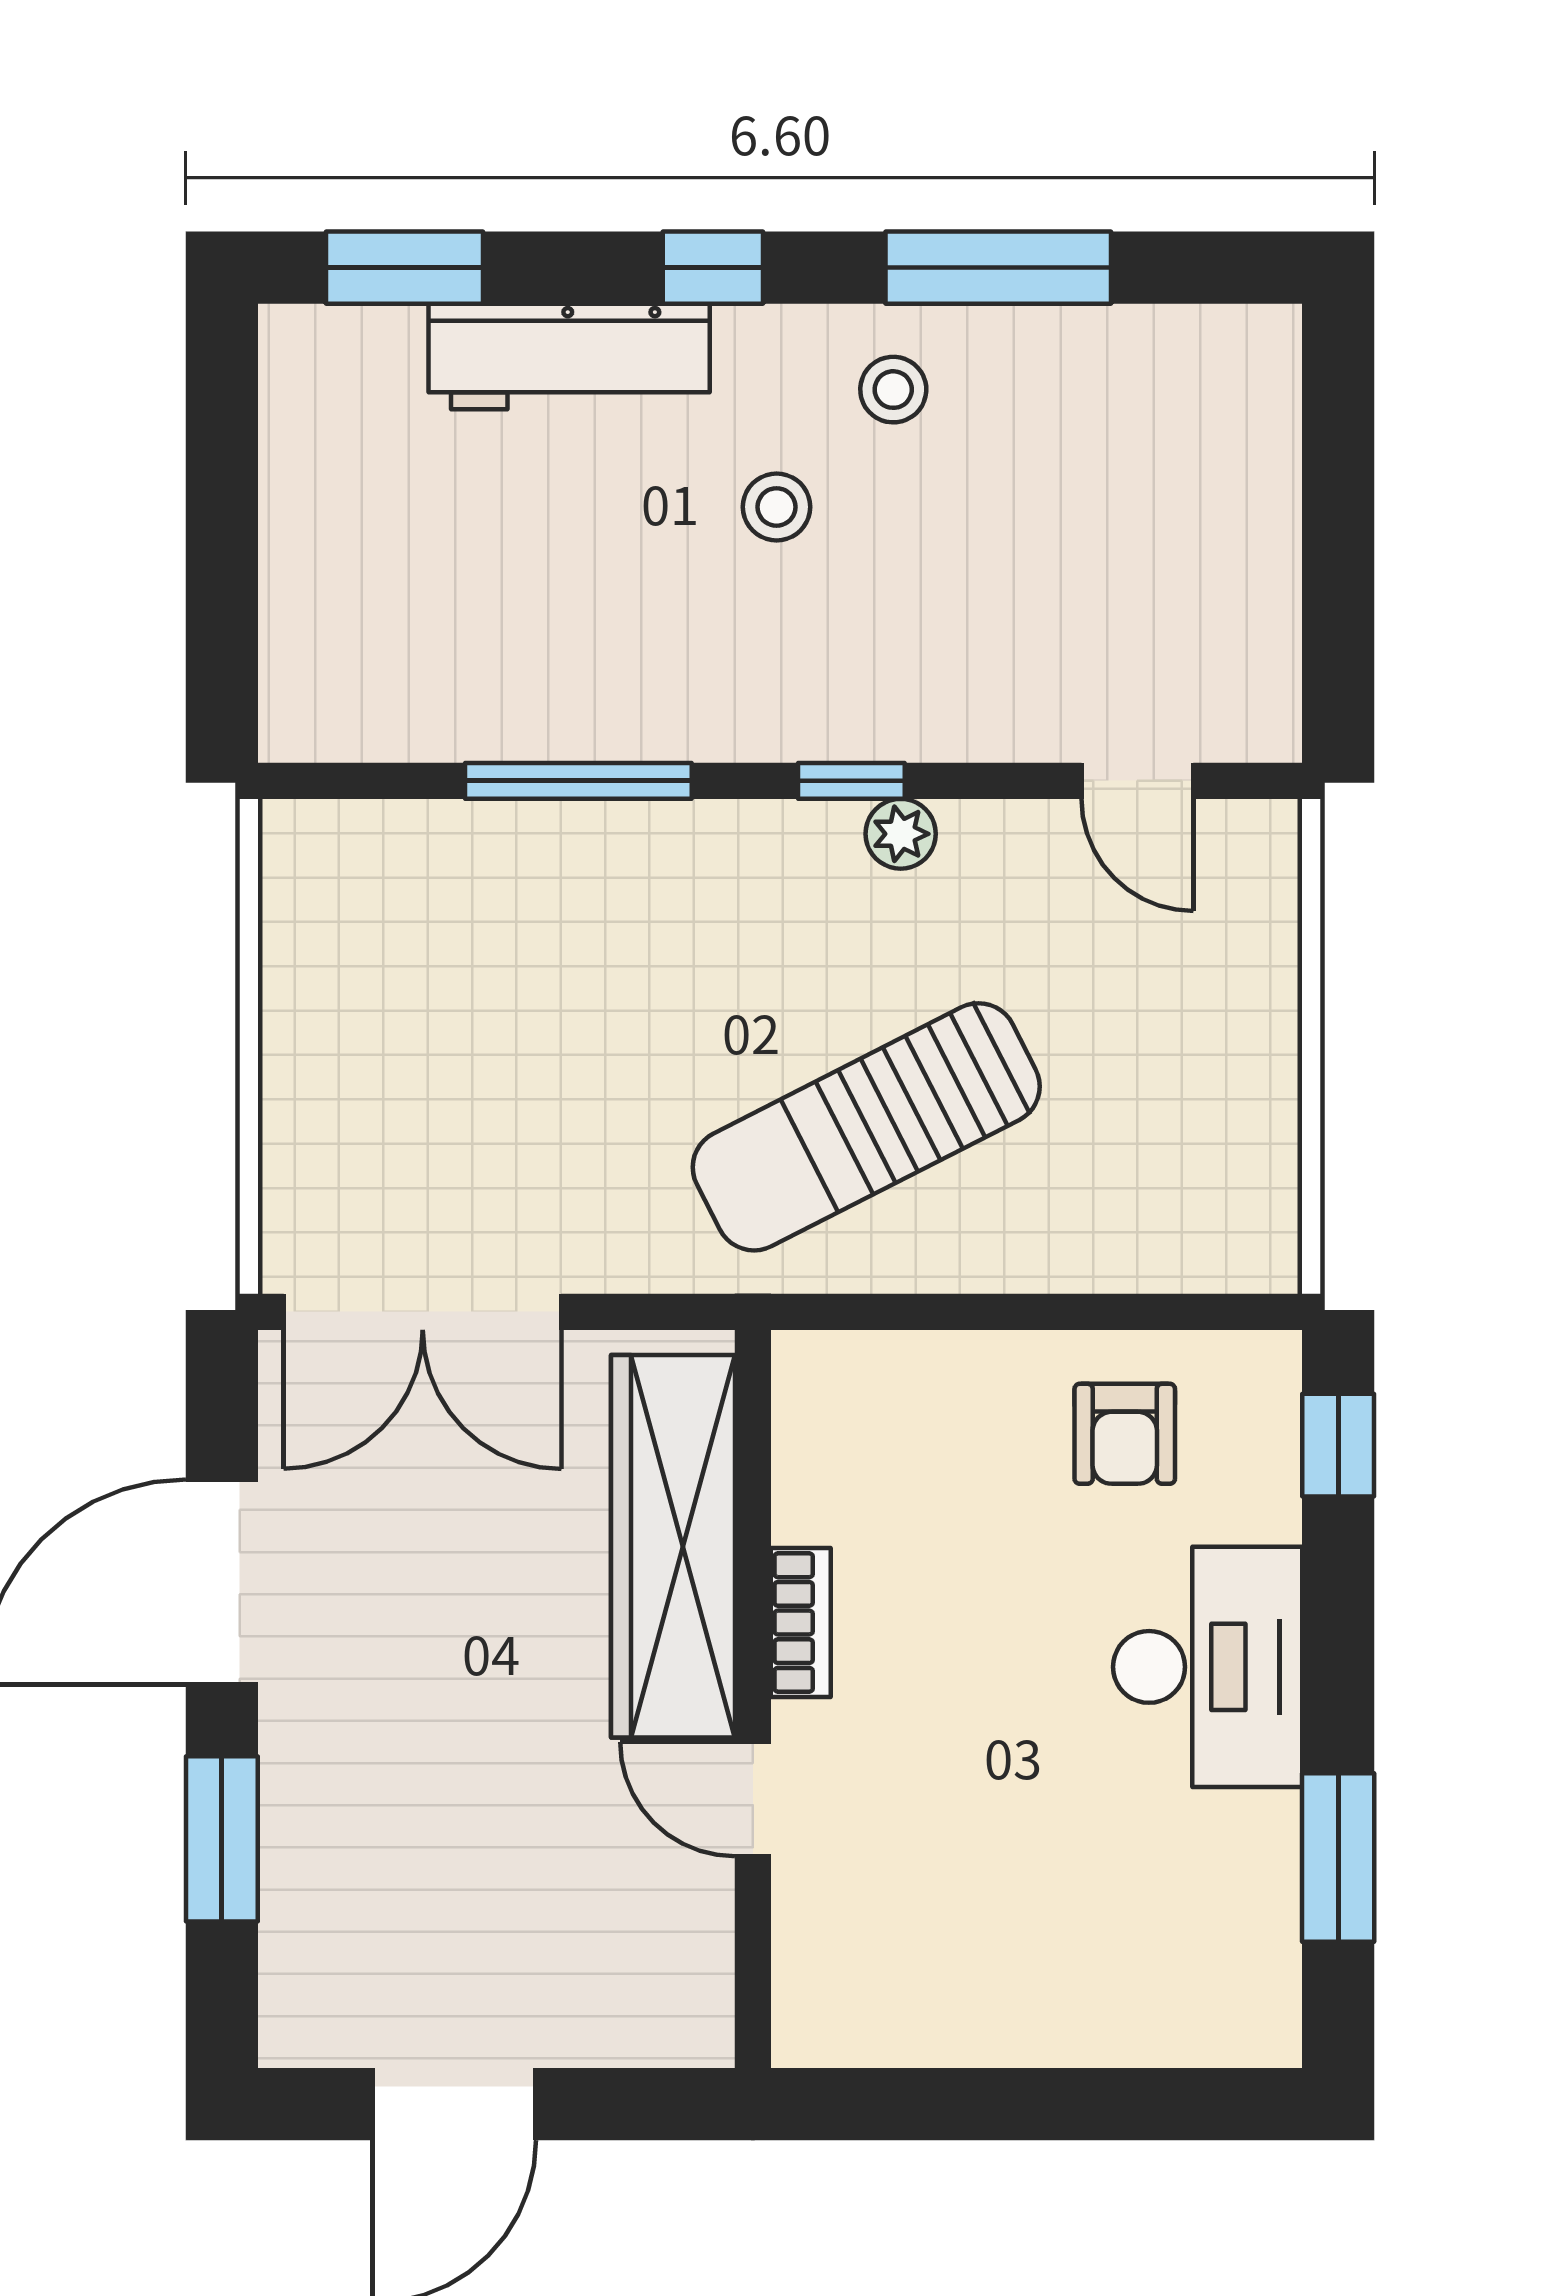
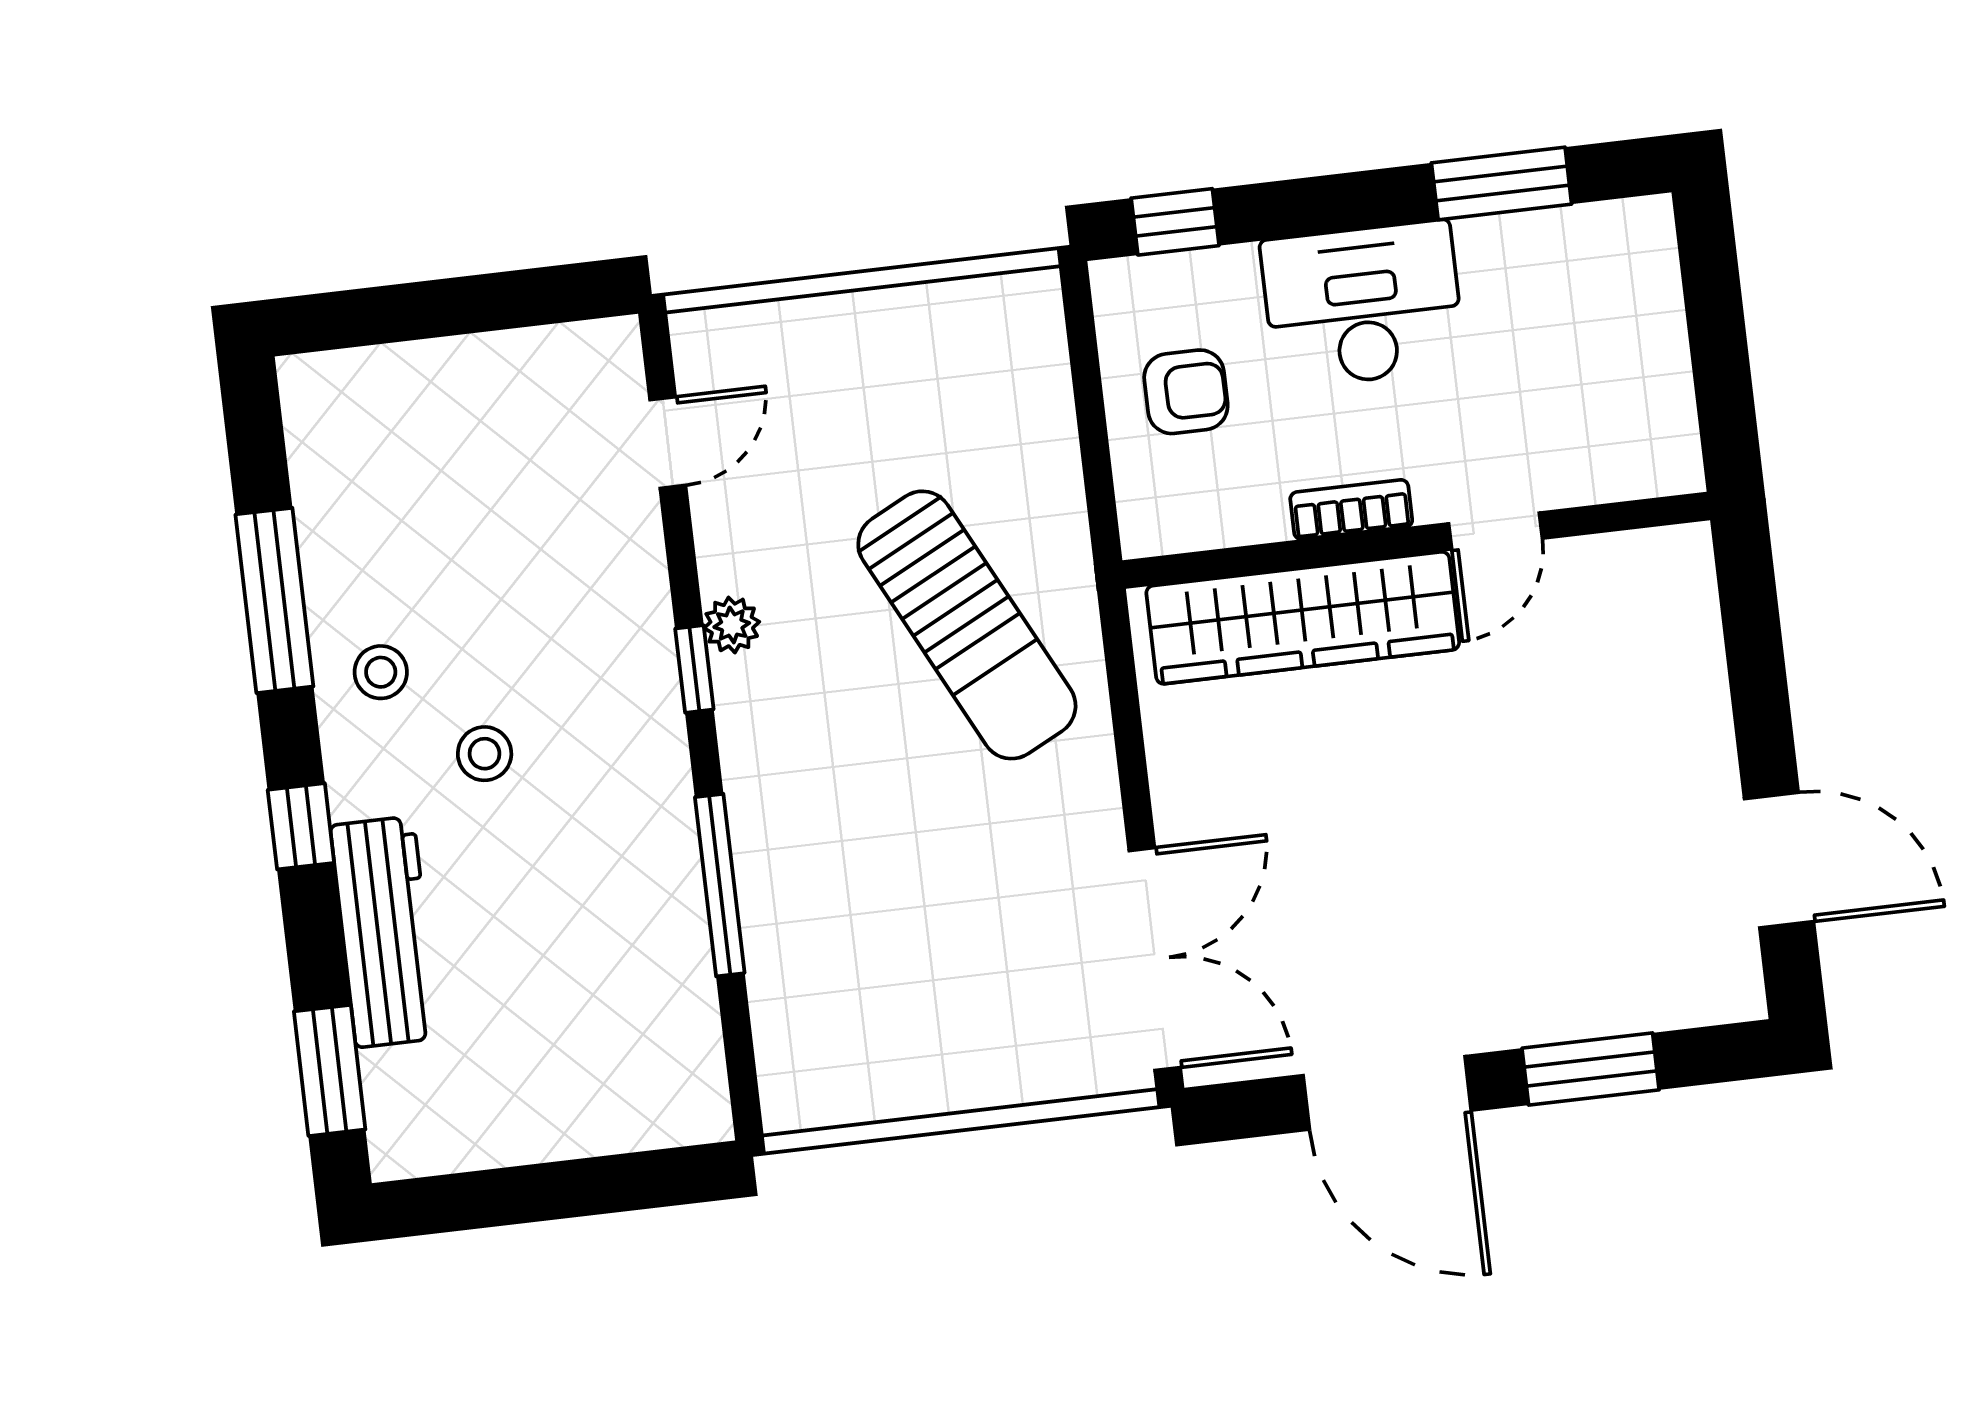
wardrobe: (673, 1546) -> (1303, 618), moved
bookcase: (801, 1623) -> (1351, 510), moved
wall: (753, 1699) -> (1416, 540), moved
door: (753, 1799) -> (1495, 531), moved

